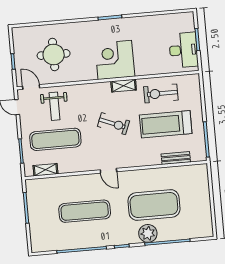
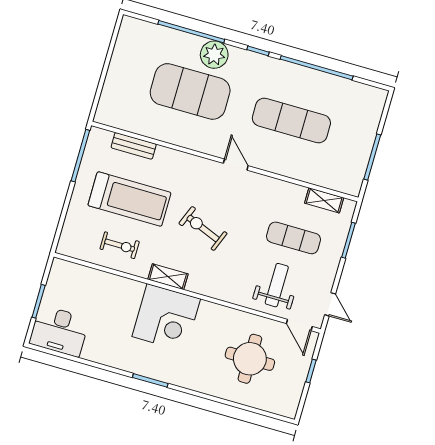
desk: (183, 50) -> (59, 331), moved, turned -90
exercise bike: (161, 93) -> (120, 245), width x0.73, depth x0.72
exercise mat: (55, 139) -> (294, 238), width x0.73, depth x0.69

